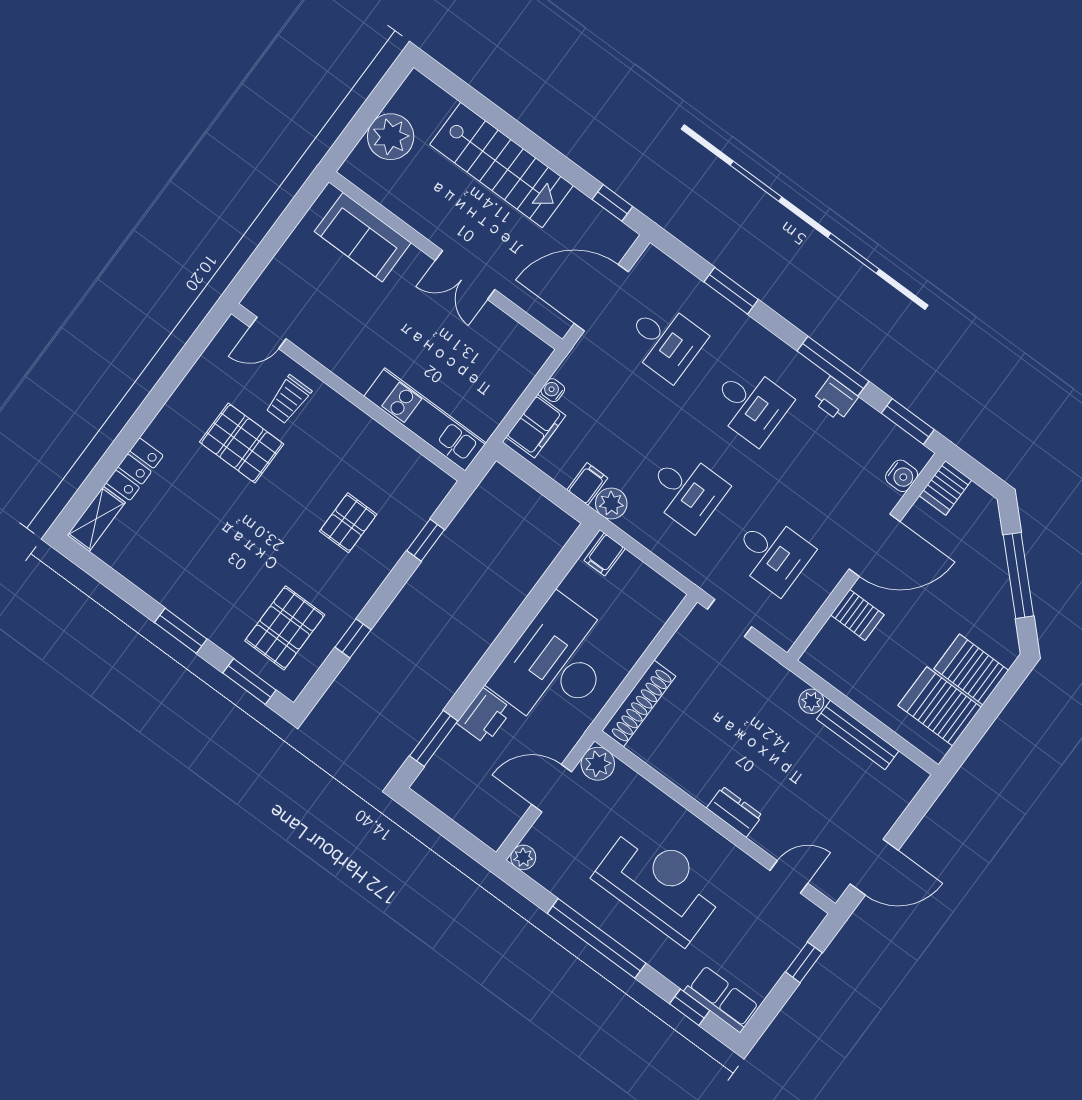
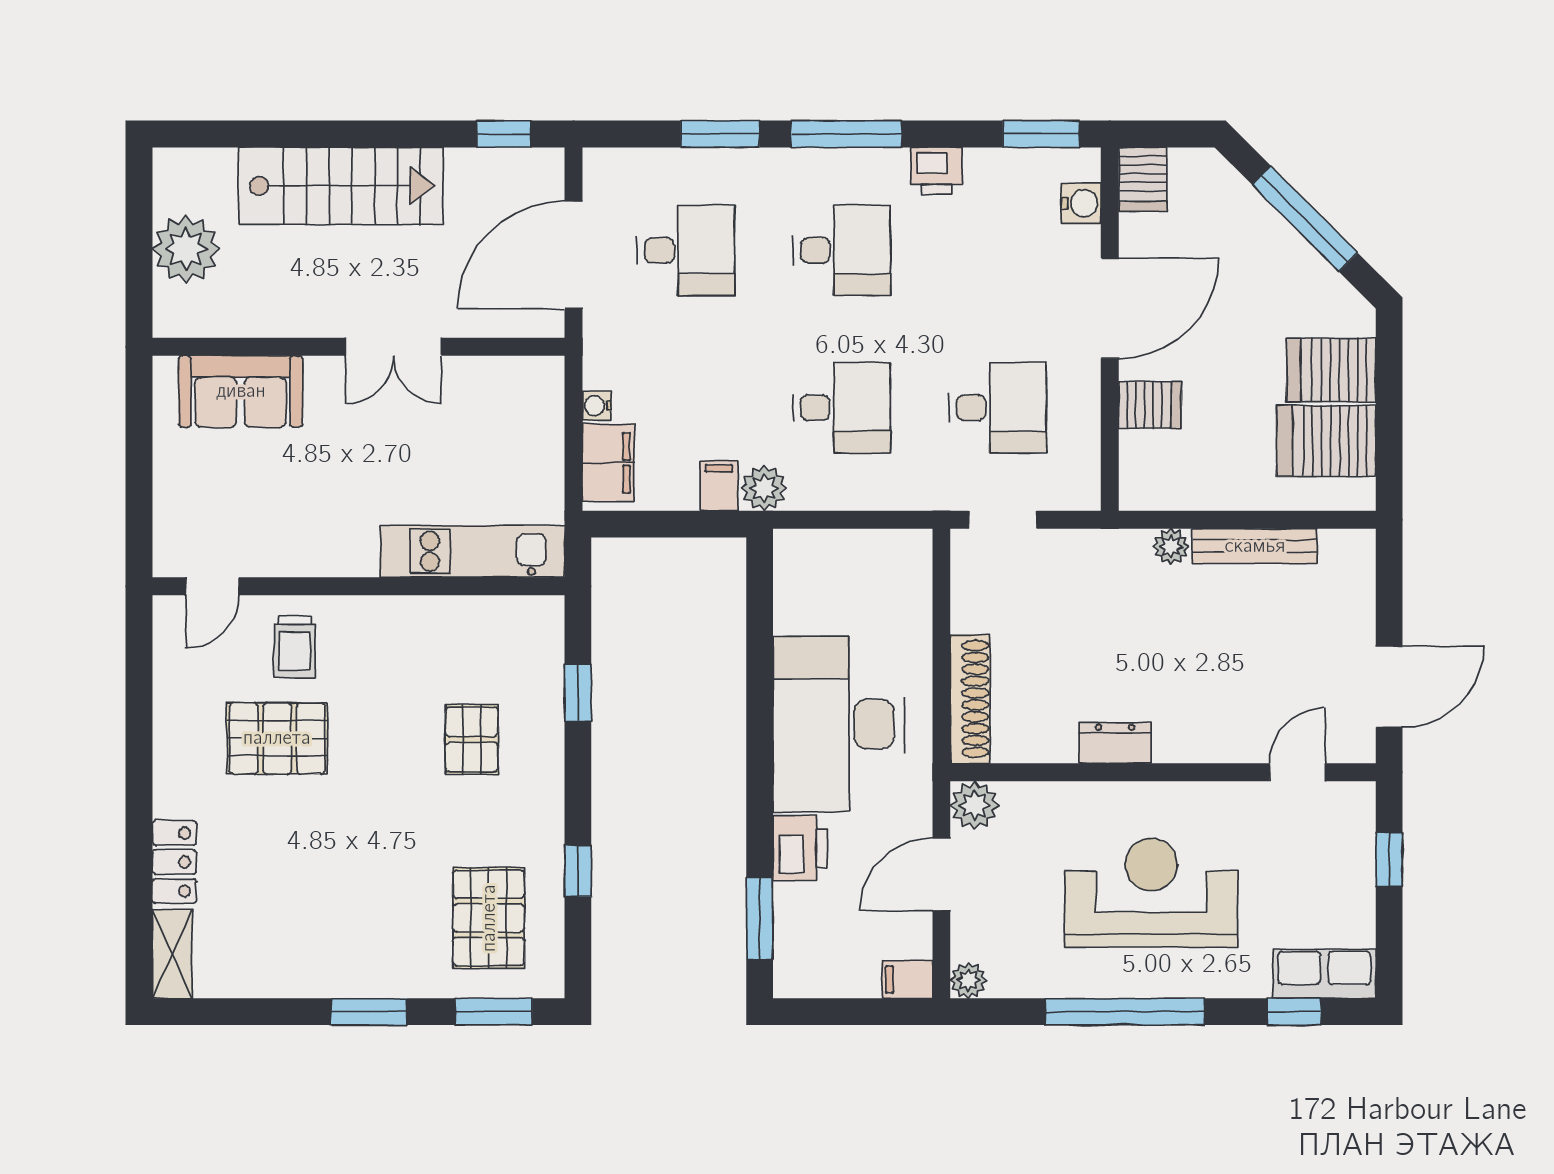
window: (833, 366) -> (846, 134), moved
filing cabinet: (605, 554) -> (907, 979), moved, turned 90
dresser: (734, 812) -> (1115, 743), moved

